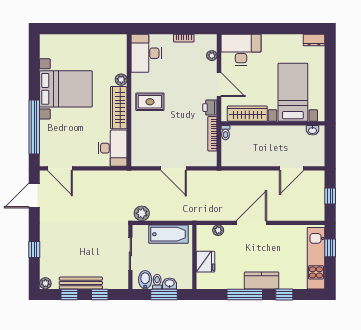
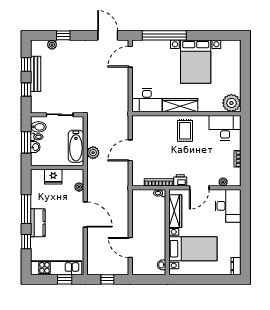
plant: (121, 80) -> (231, 103), moved, width x1.87, depth x1.87
plant: (142, 213) -> (93, 153), moved
plant: (45, 283) -> (52, 45), moved

